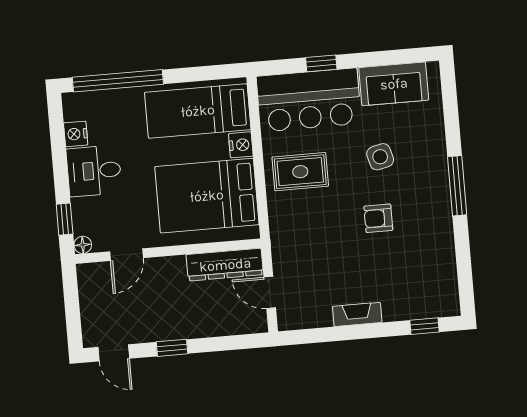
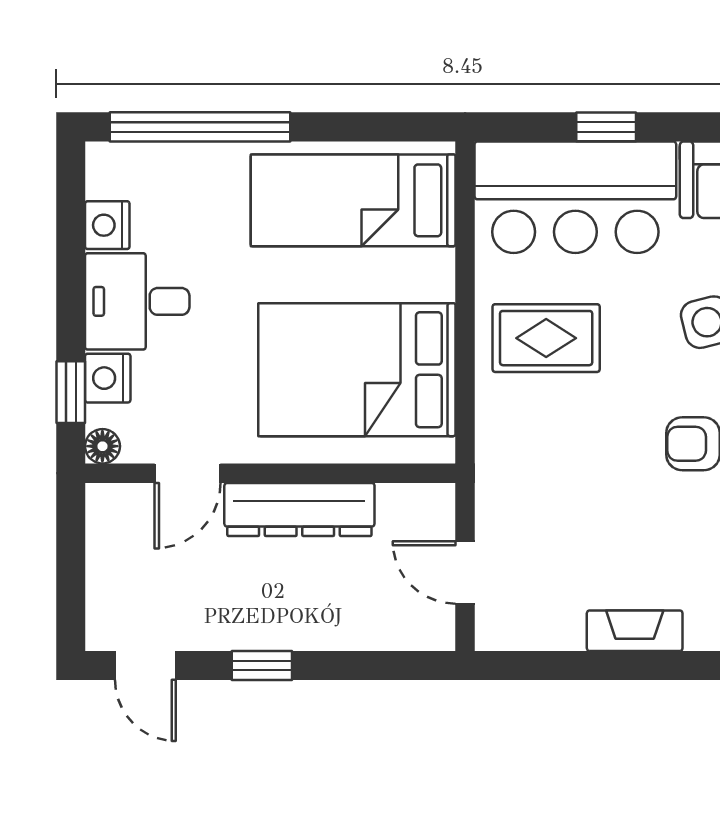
nightstand: (241, 145) -> (108, 378), moved, turned 180
dresser: (225, 265) -> (299, 510), moved

